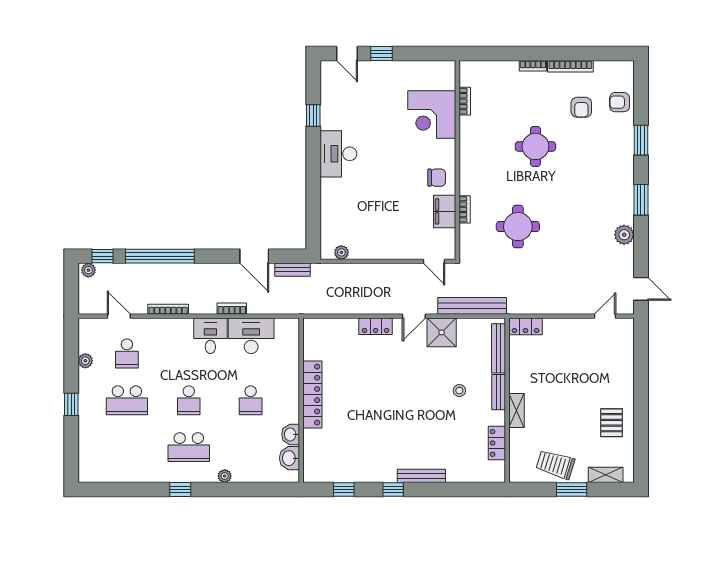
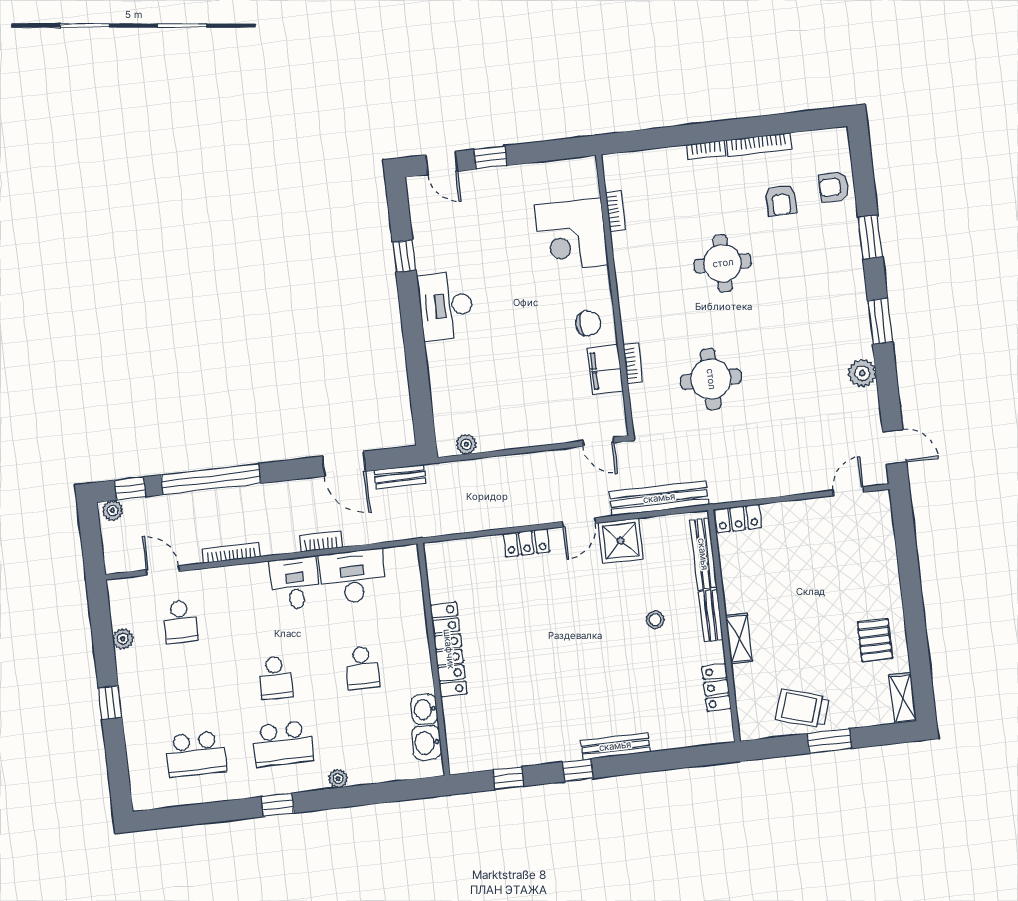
school desk: (127, 400) -> (196, 754), moved
shelving: (606, 475) -> (903, 698), moved, turned 90

